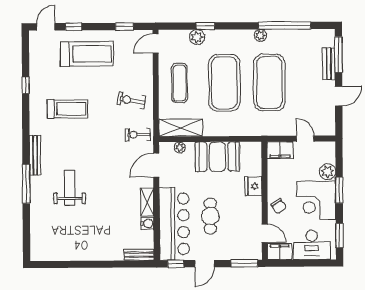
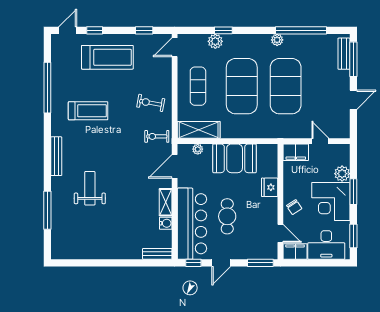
bench: (329, 64) -> (344, 54), moved
window: (26, 85) -> (47, 88), width x3.17
window: (26, 184) -> (47, 210), moved

